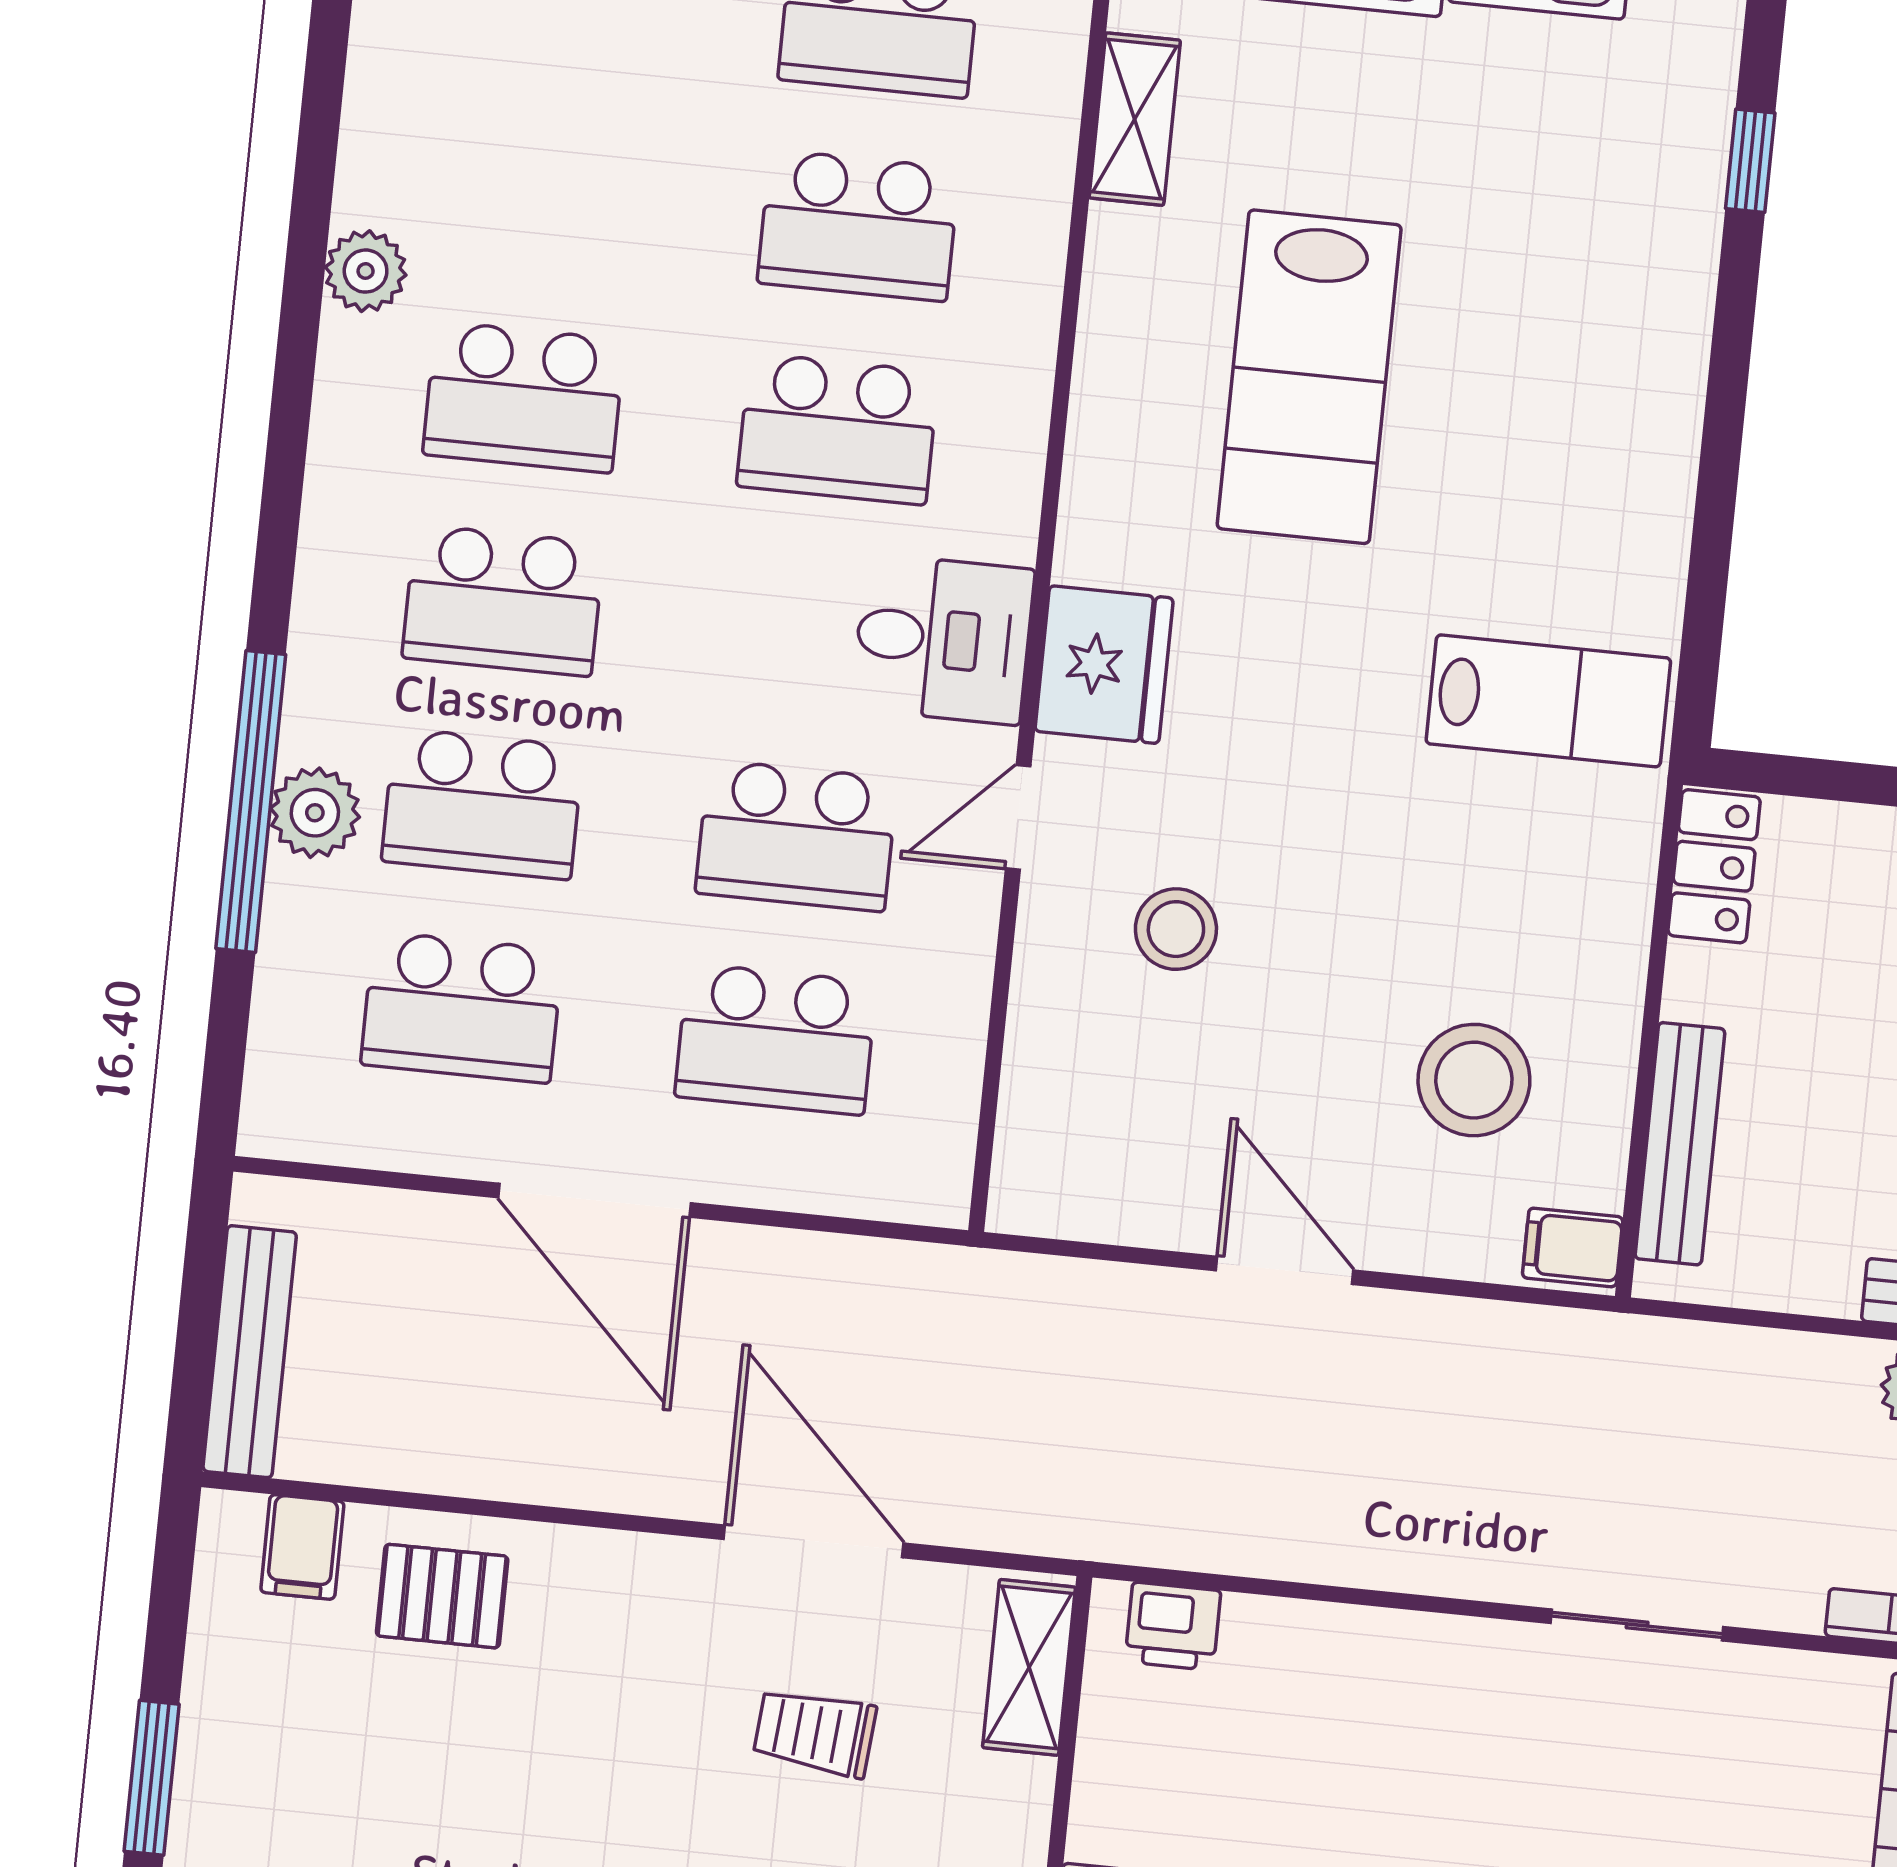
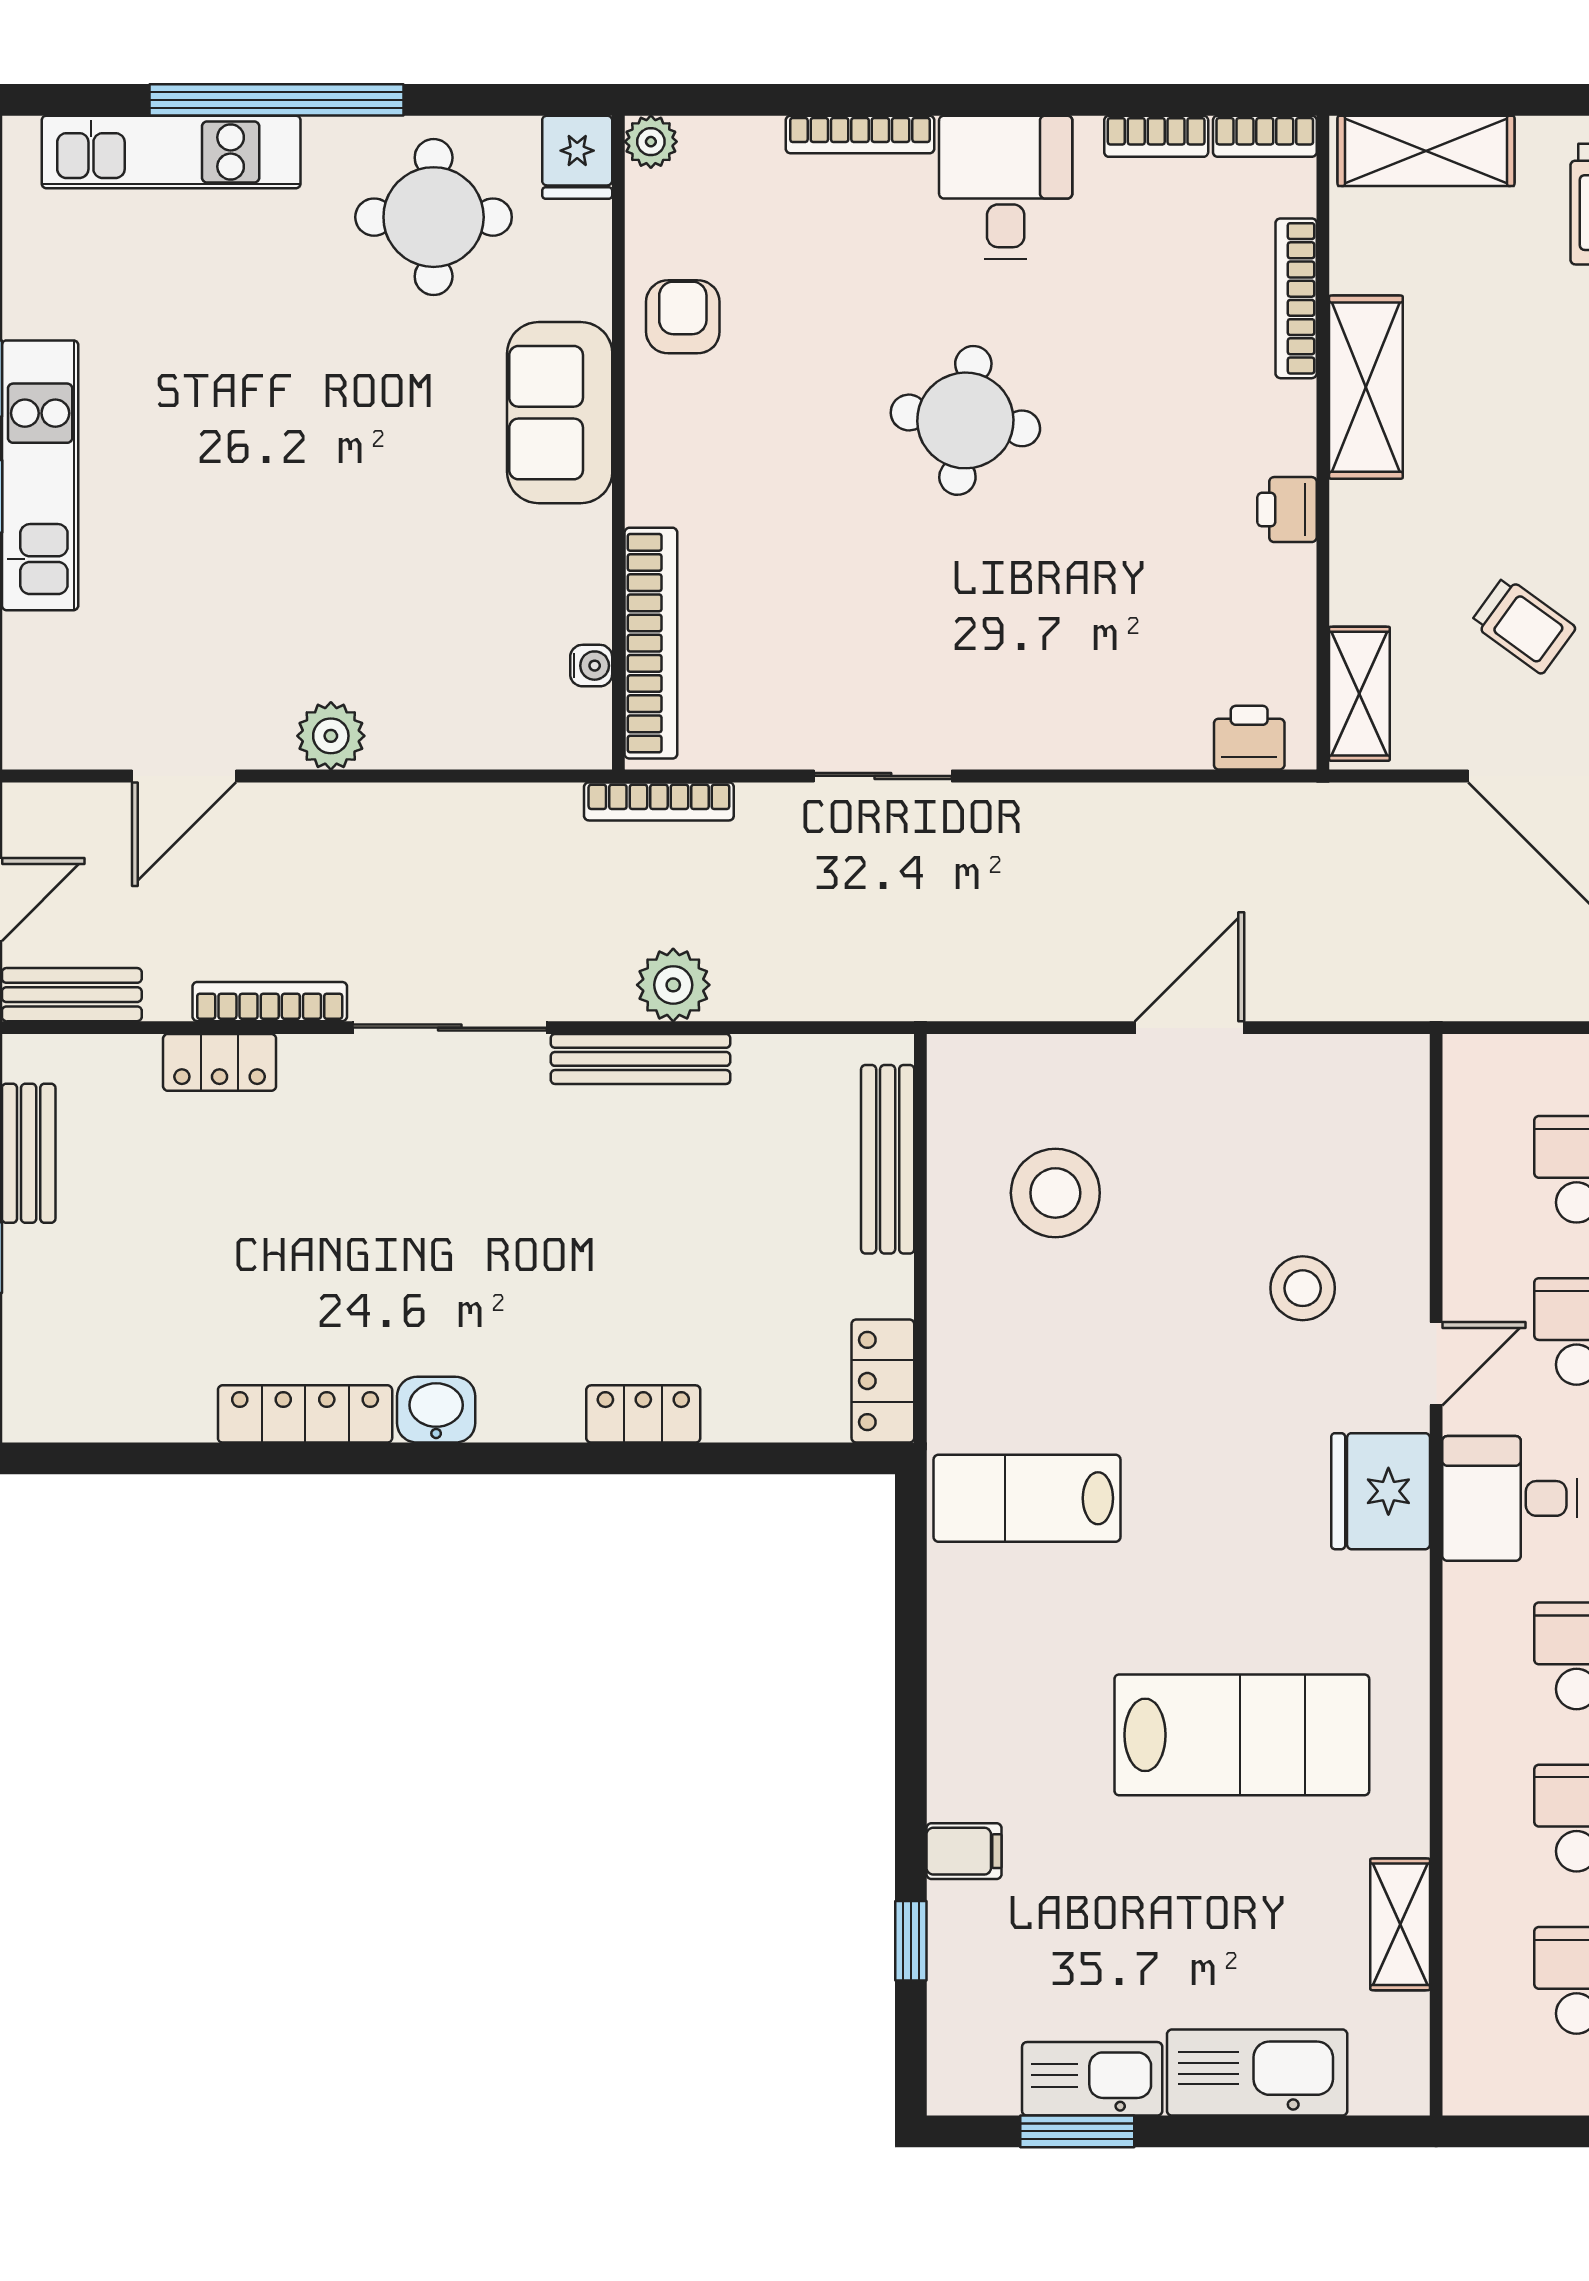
lab bench: (1309, 377) -> (1242, 1735), turned 90
filing cabinet: (1573, 1247) -> (964, 1851), moved
door: (1285, 1270) -> (1189, 1028), swing flipped
trolley: (815, 1732) -> (1523, 625), turned 31

